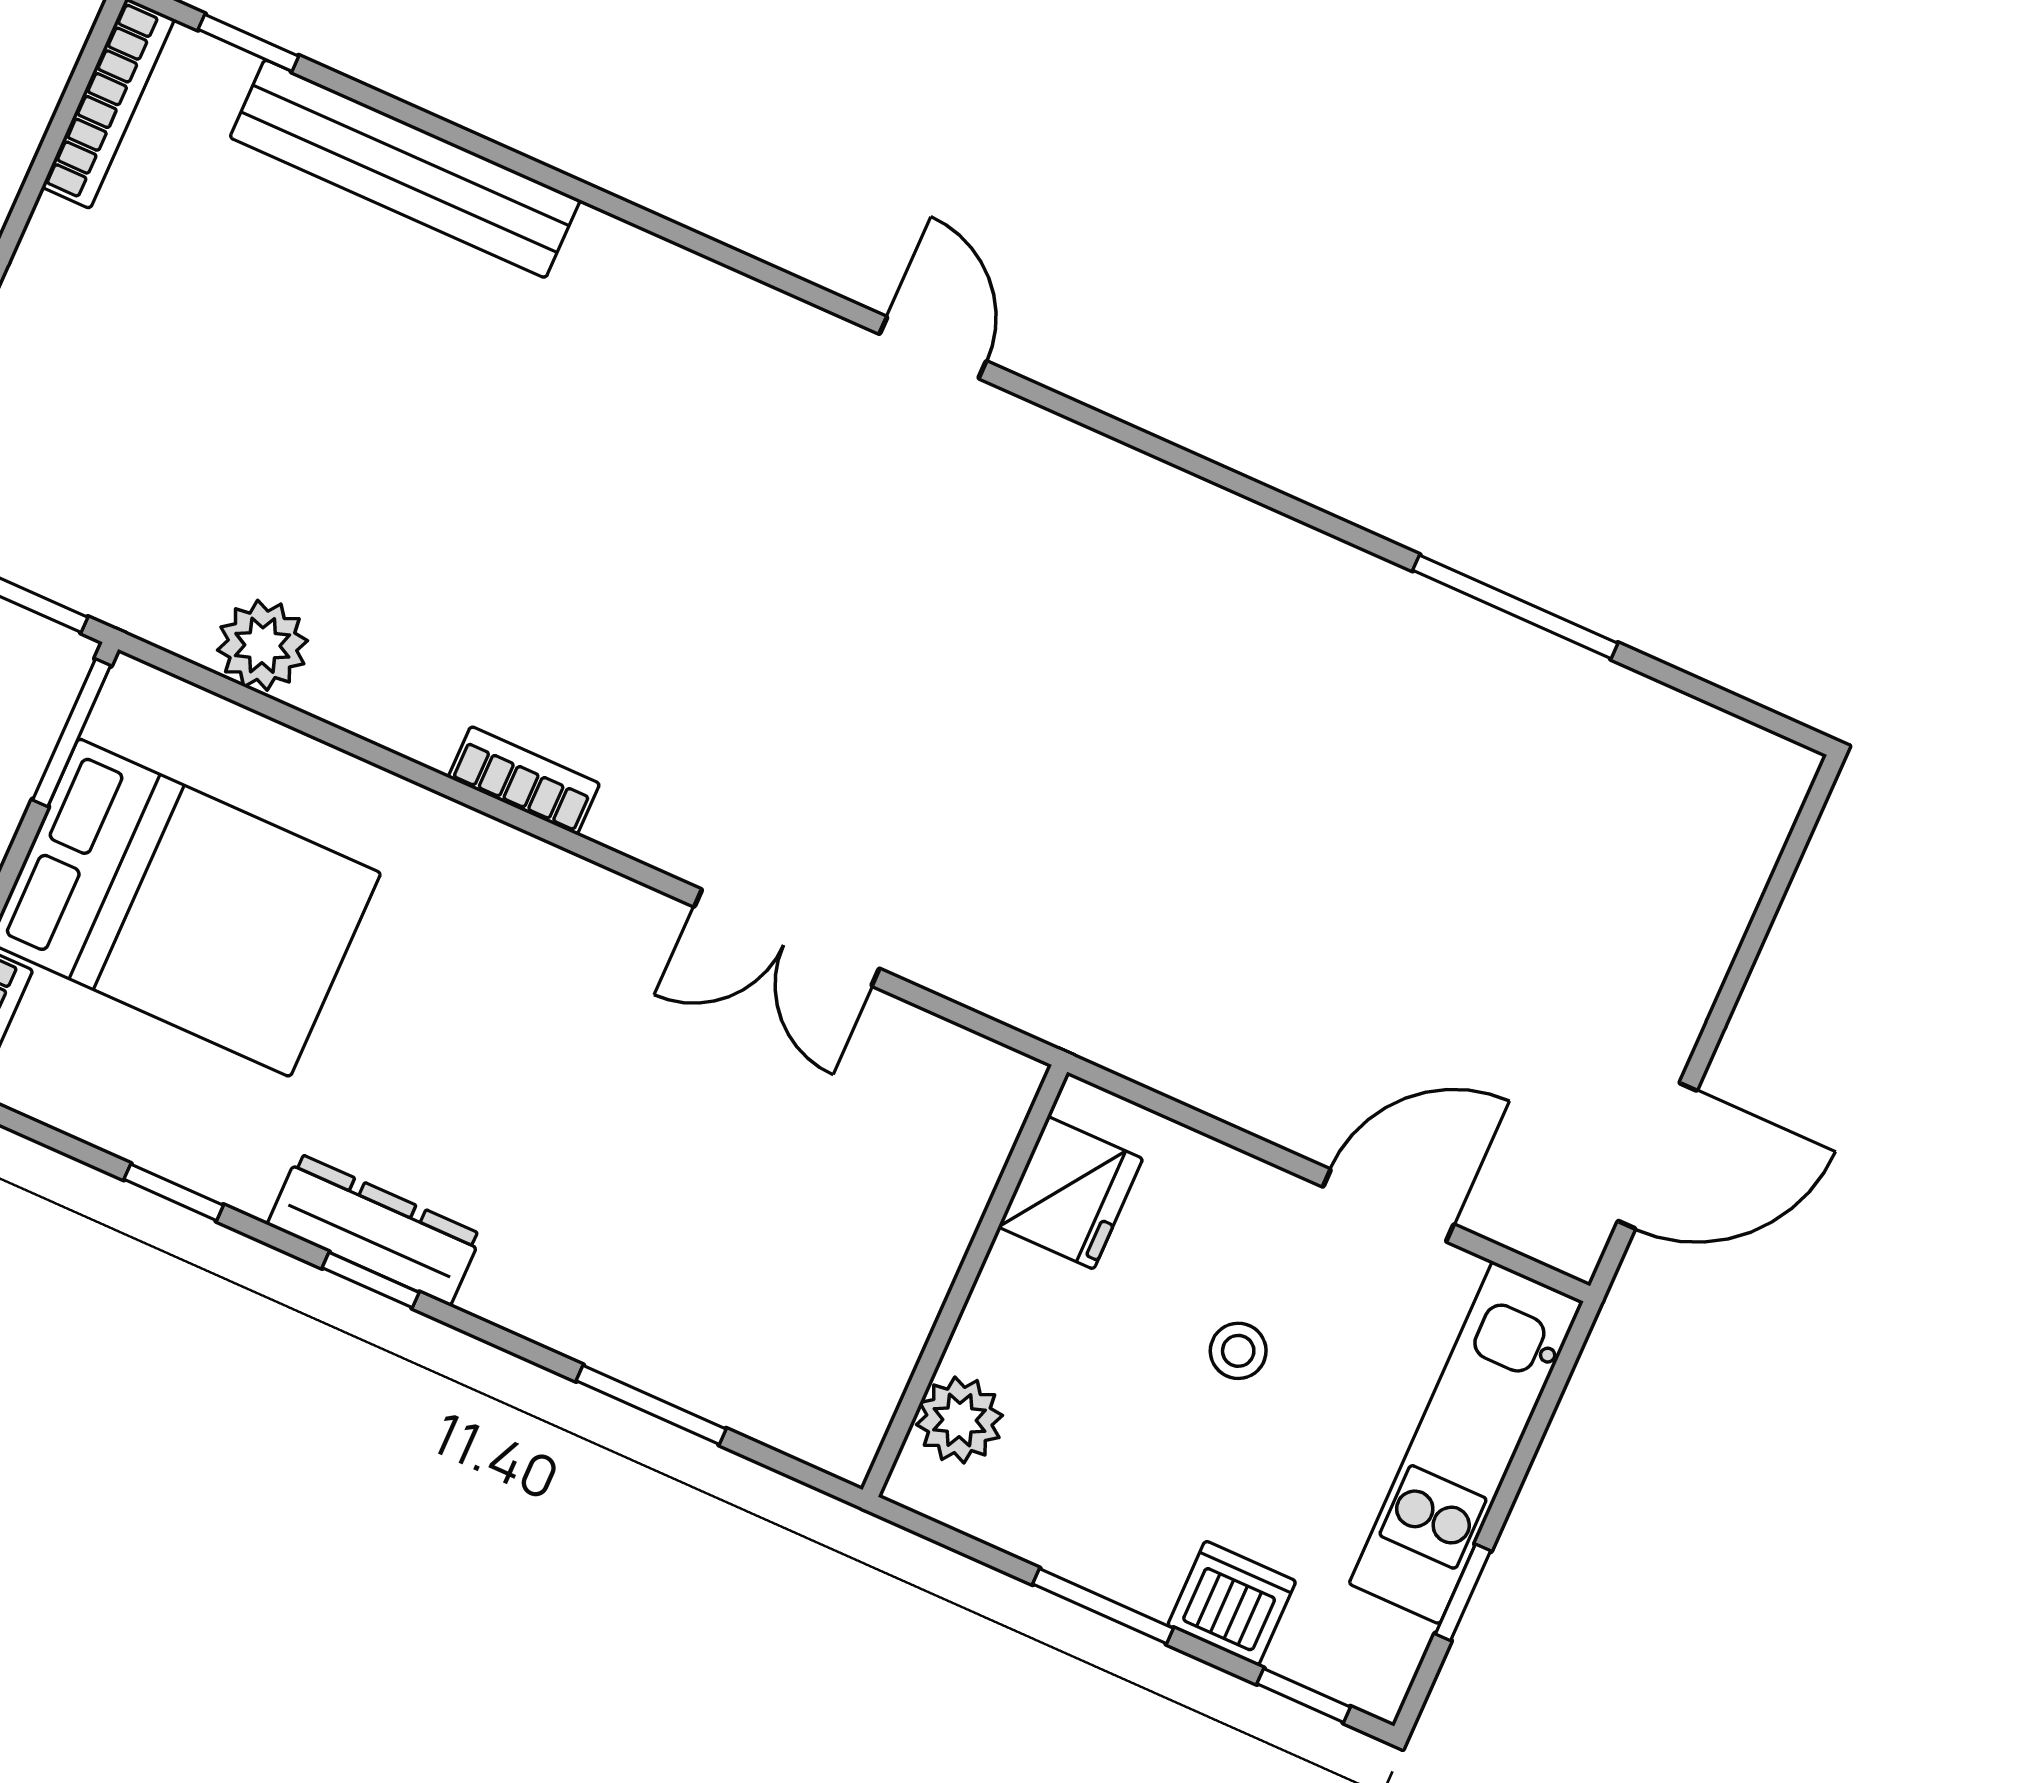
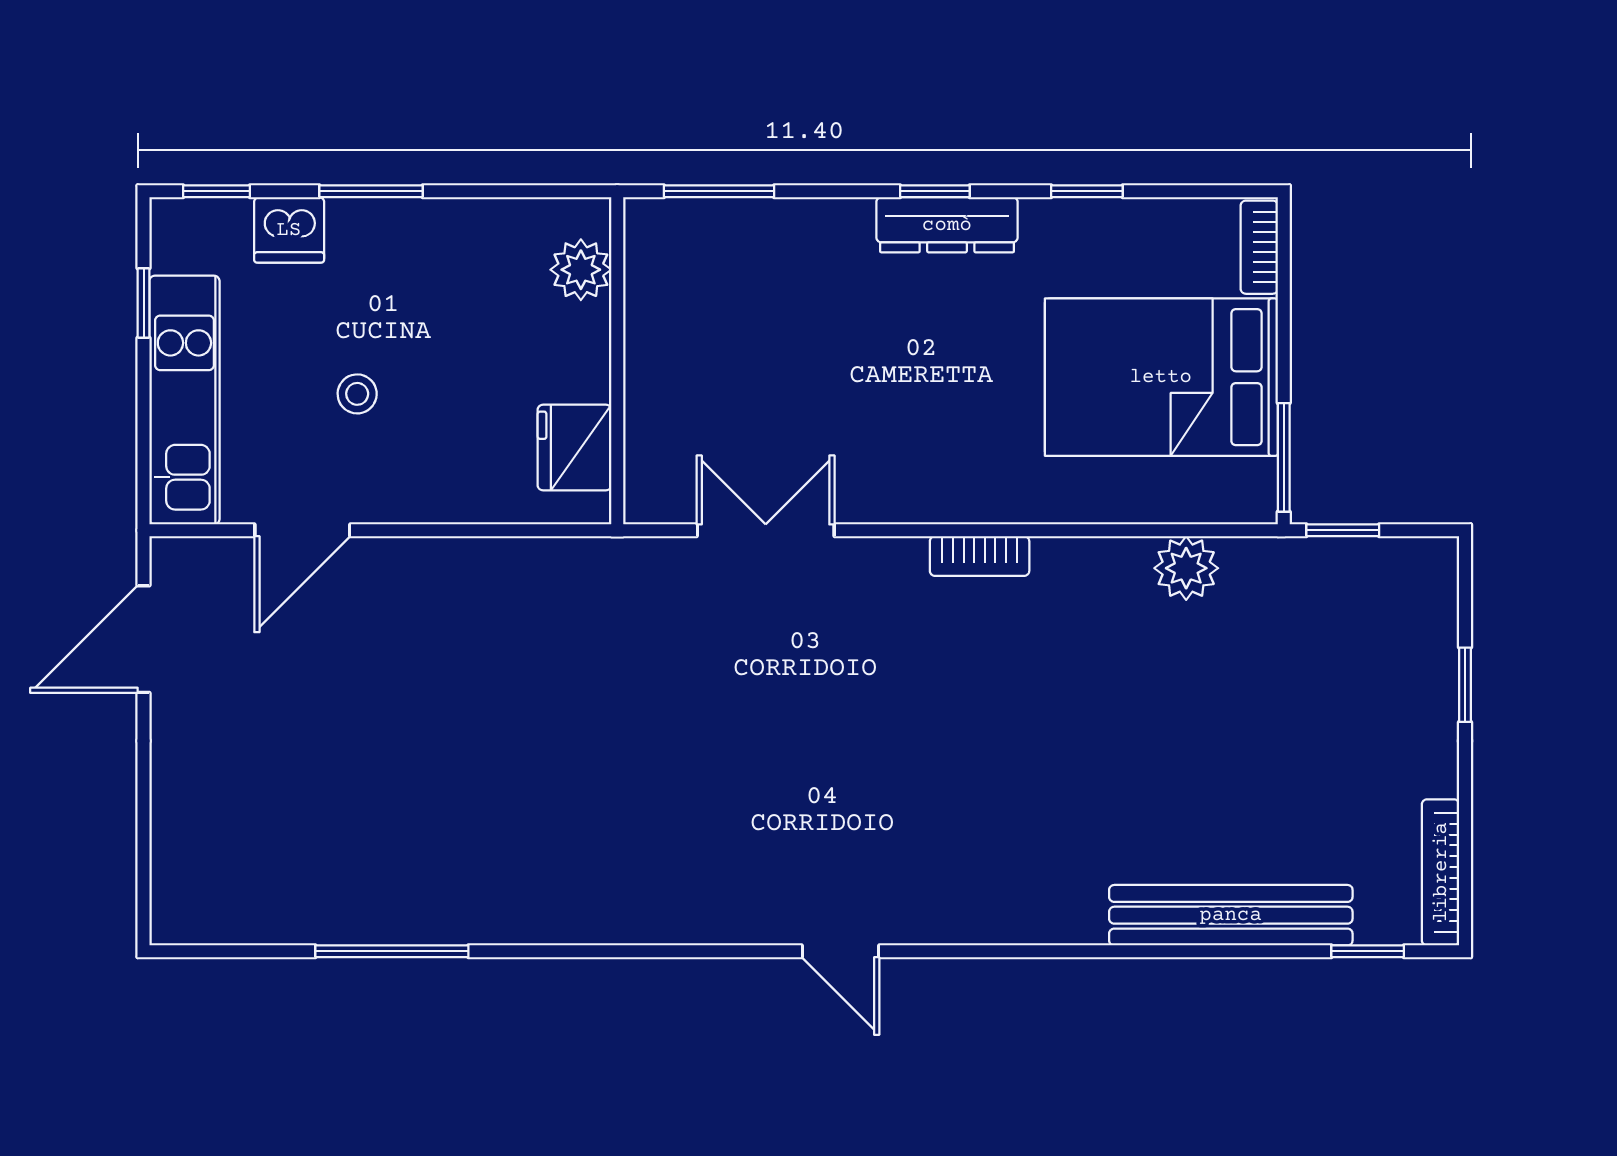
fridge: (1071, 1193) -> (575, 448), moved
wall: (965, 1281) -> (617, 361), moved
plant: (959, 1420) -> (581, 270), moved

